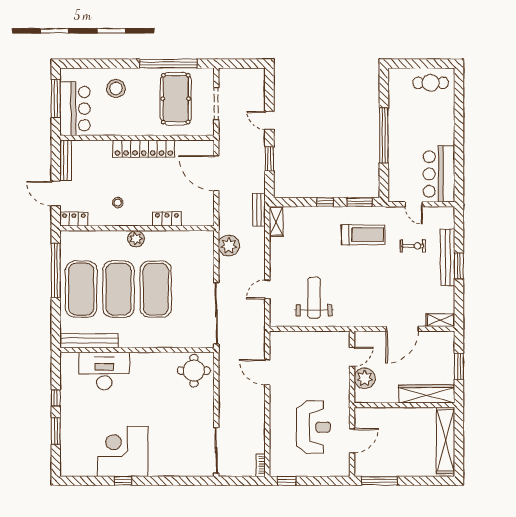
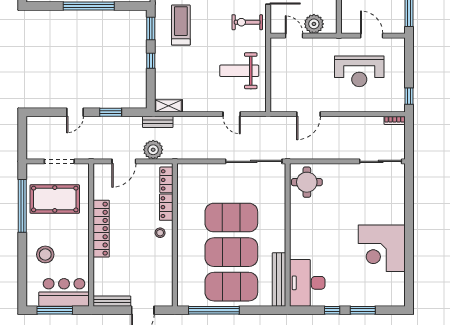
door: (216, 173) -> (124, 161), width x0.73
stool: (118, 203) -> (160, 233), moved
locker: (74, 219) -> (166, 180), moved
plant: (136, 239) -> (185, 236), removed
plant: (229, 246) -> (153, 150), moved
exercise bike: (366, 306) -> (247, 22), added
desk: (104, 371) -> (307, 283), moved
reception desk: (313, 427) -> (359, 71), turned 180
window: (123, 481) -> (409, 248), removed

